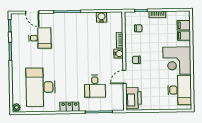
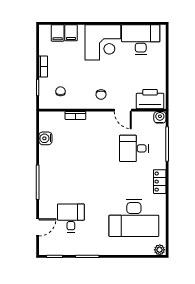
water cooler: (119, 54) -> (160, 117), moved
desk: (95, 86) -> (134, 148), turned 180

